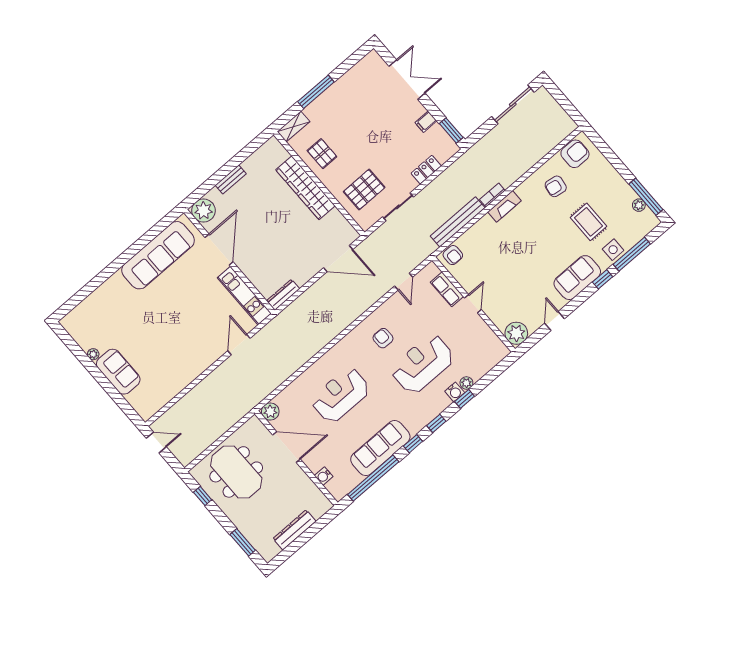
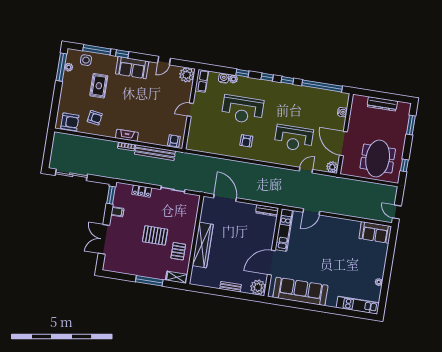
armchair: (575, 154) -> (70, 122), turned 180
pallet: (364, 189) -> (155, 235), moved
side table: (613, 250) -> (86, 60), moved
door: (404, 282) -> (306, 170), moved
row of seats: (447, 289) -> (202, 81), moved
kitchen unit: (87, 308) -> (358, 305), added
sofa: (118, 372) -> (375, 232), moved, turned -90
water cooler: (455, 392) -> (224, 78), moved
sofa: (380, 448) -> (304, 95), removed

